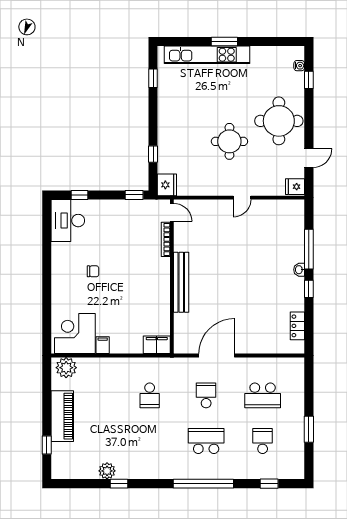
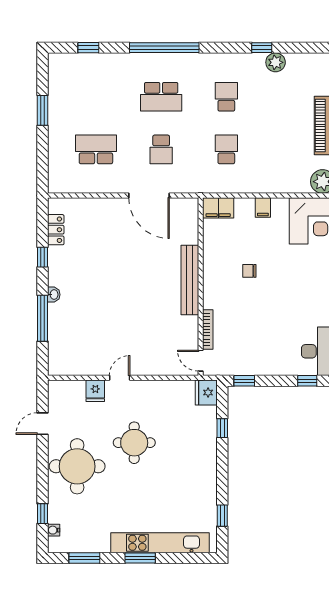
window: (272, 41) -> (84, 558), added
fridge: (295, 187) -> (95, 391), moved, turned 90
chair: (93, 271) -> (249, 271), moved
window: (309, 289) -> (42, 257), moved
filing cabinet: (103, 345) -> (263, 207), moved
door: (217, 356) -> (149, 195), hinge flipped
school desk: (263, 441) -> (226, 97), moved, turned 180

